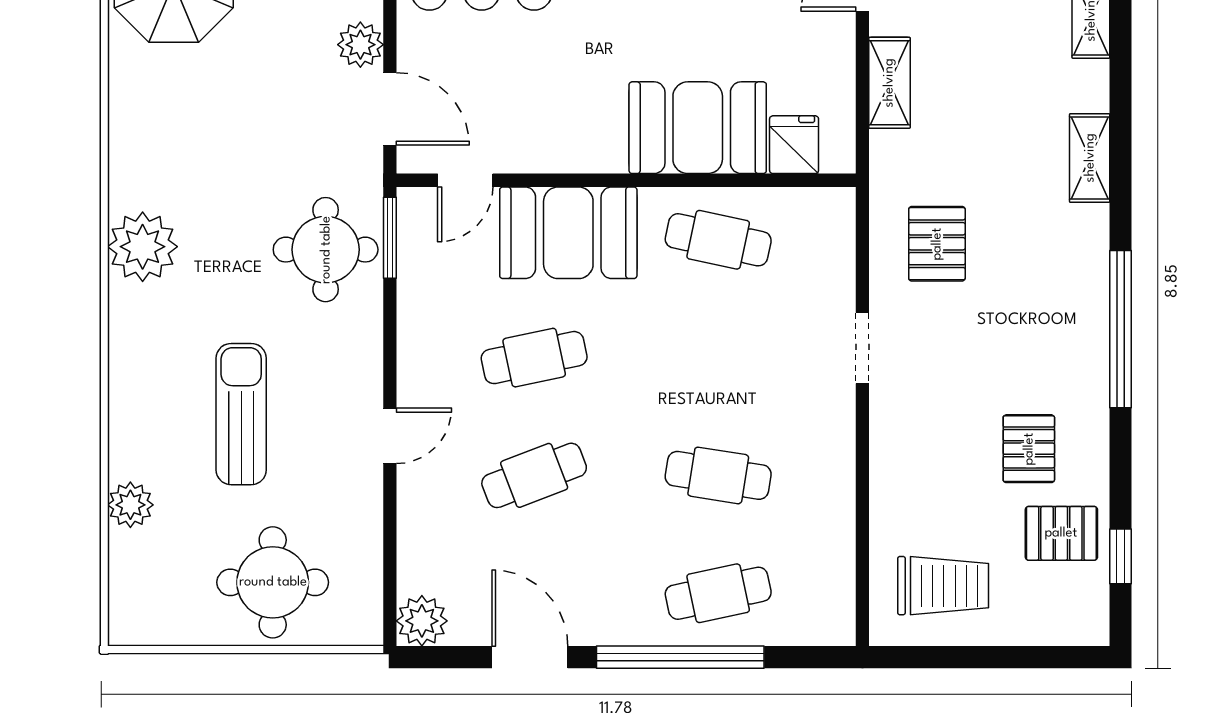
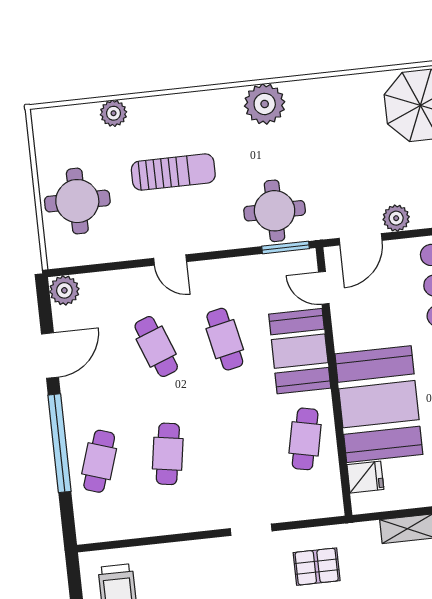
booth: (698, 128) -> (379, 404), width x1.36, depth x1.42
cafe table: (718, 593) -> (99, 461), turned 30

